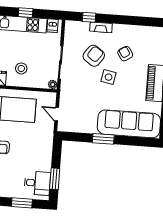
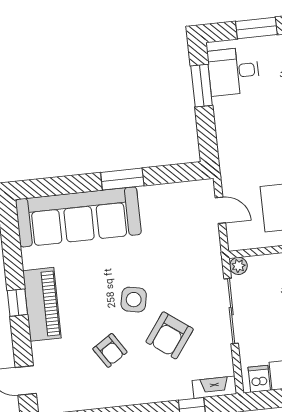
fireplace: (101, 27) -> (214, 387), moved

